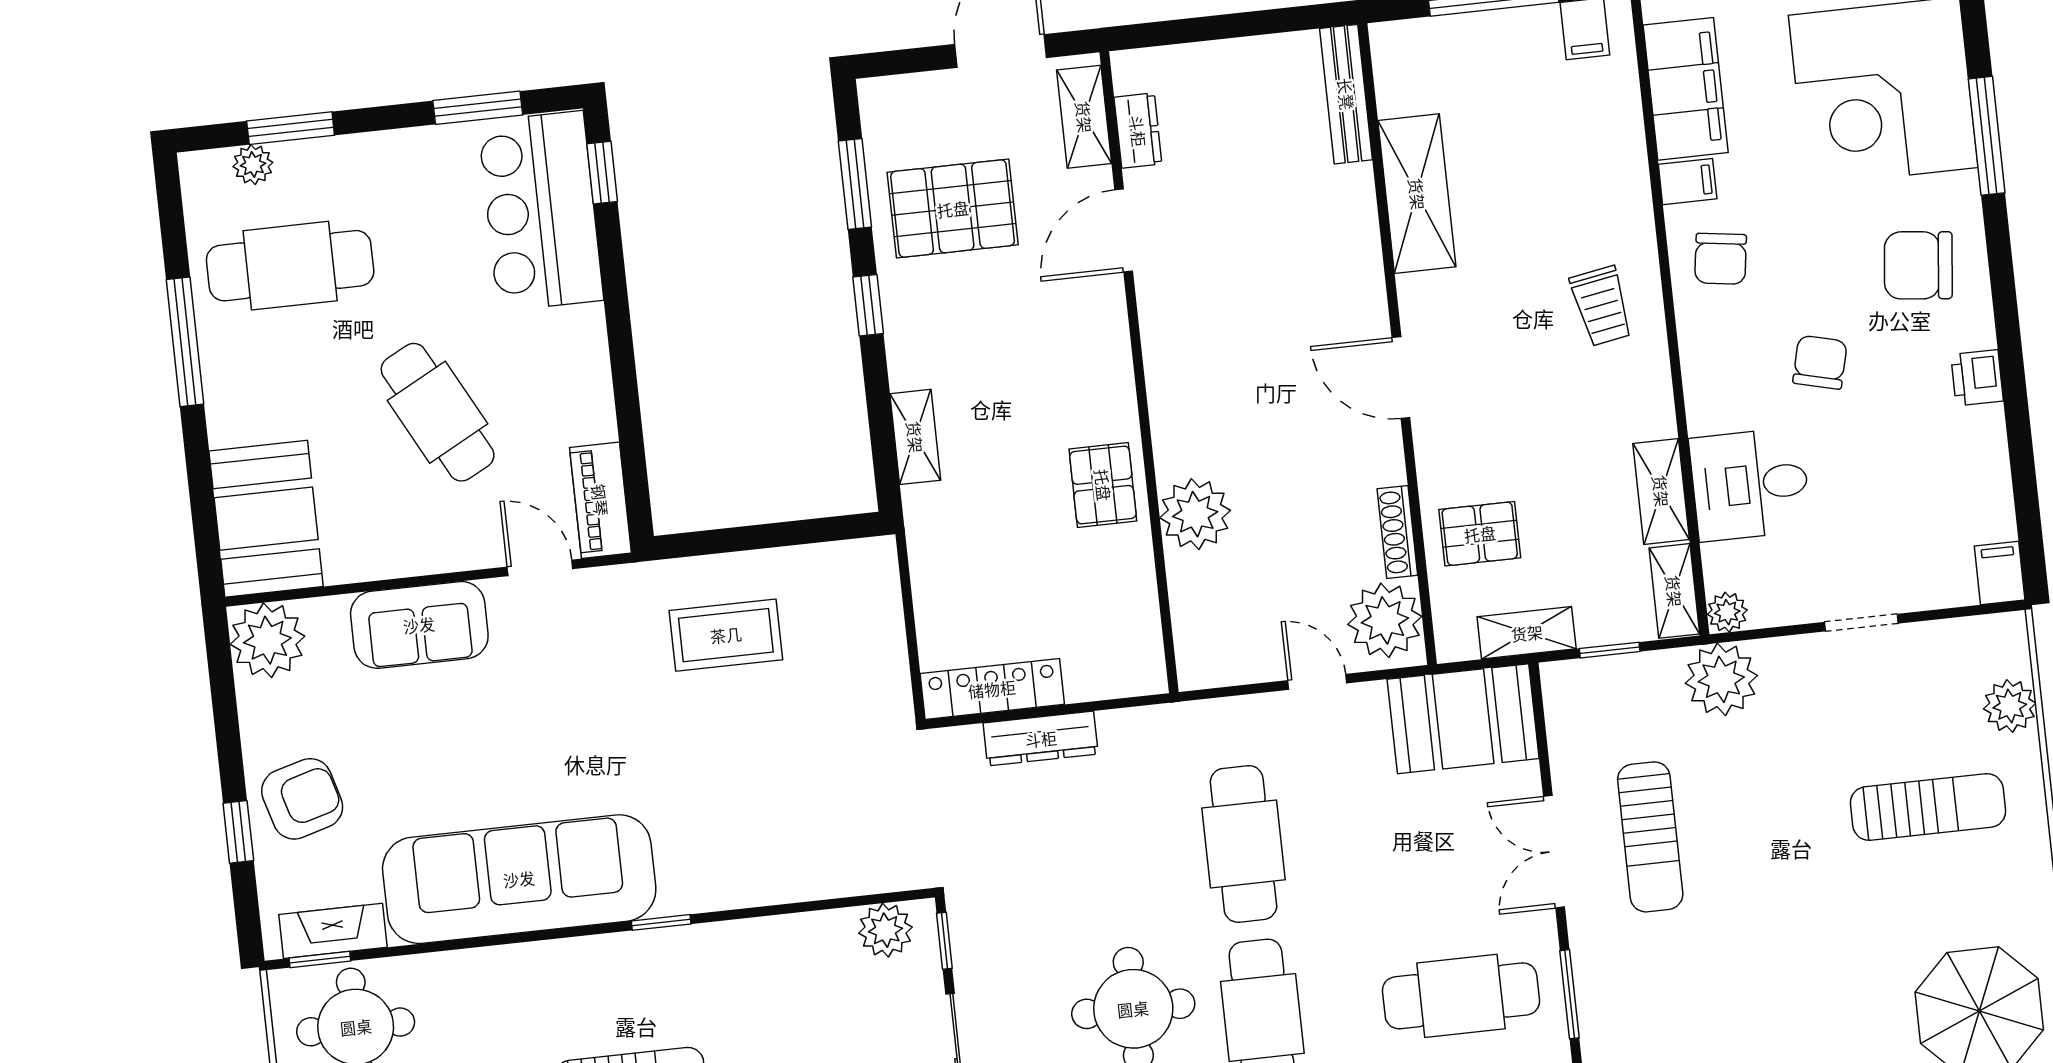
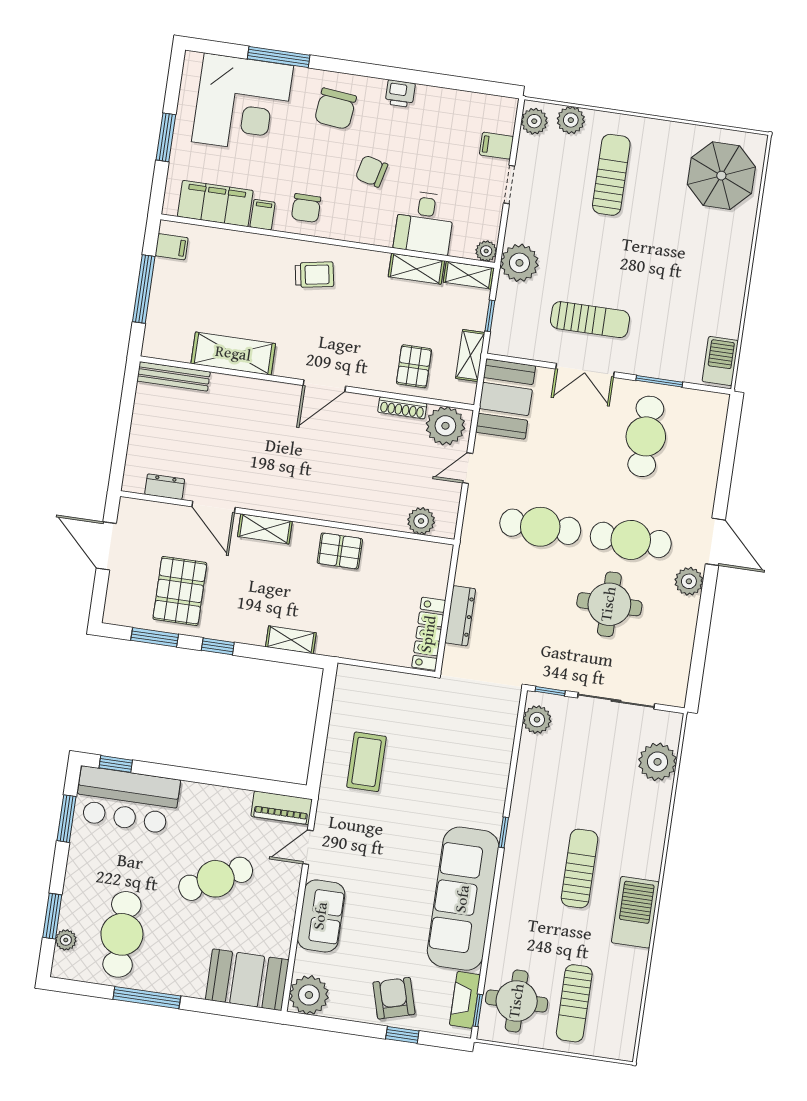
shelving: (1084, 117) -> (265, 529), moved
chair: (1721, 259) -> (306, 208), turned 82
plant: (1195, 514) -> (421, 521), moved, width x0.73, depth x0.73
filing cabinet: (2000, 573) -> (496, 146), moved
plant: (1990, 639) -> (534, 121), added

